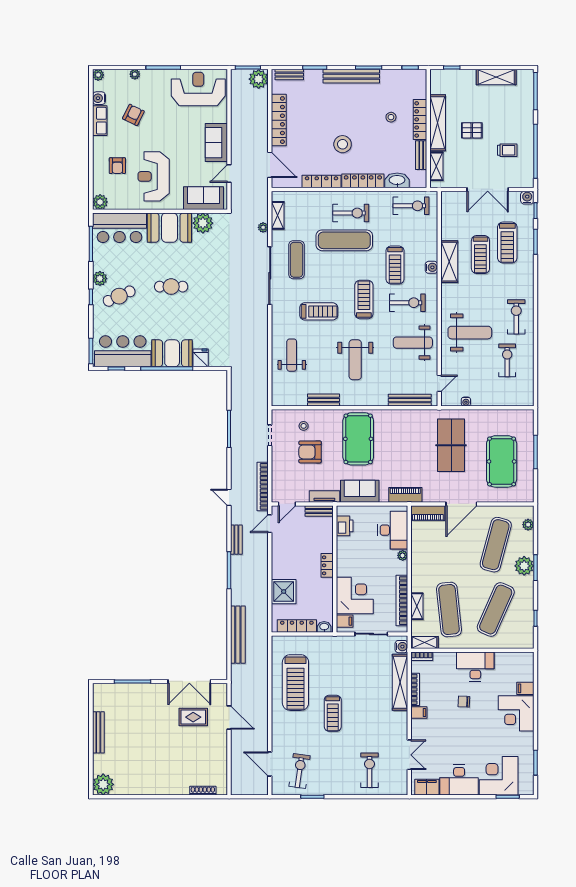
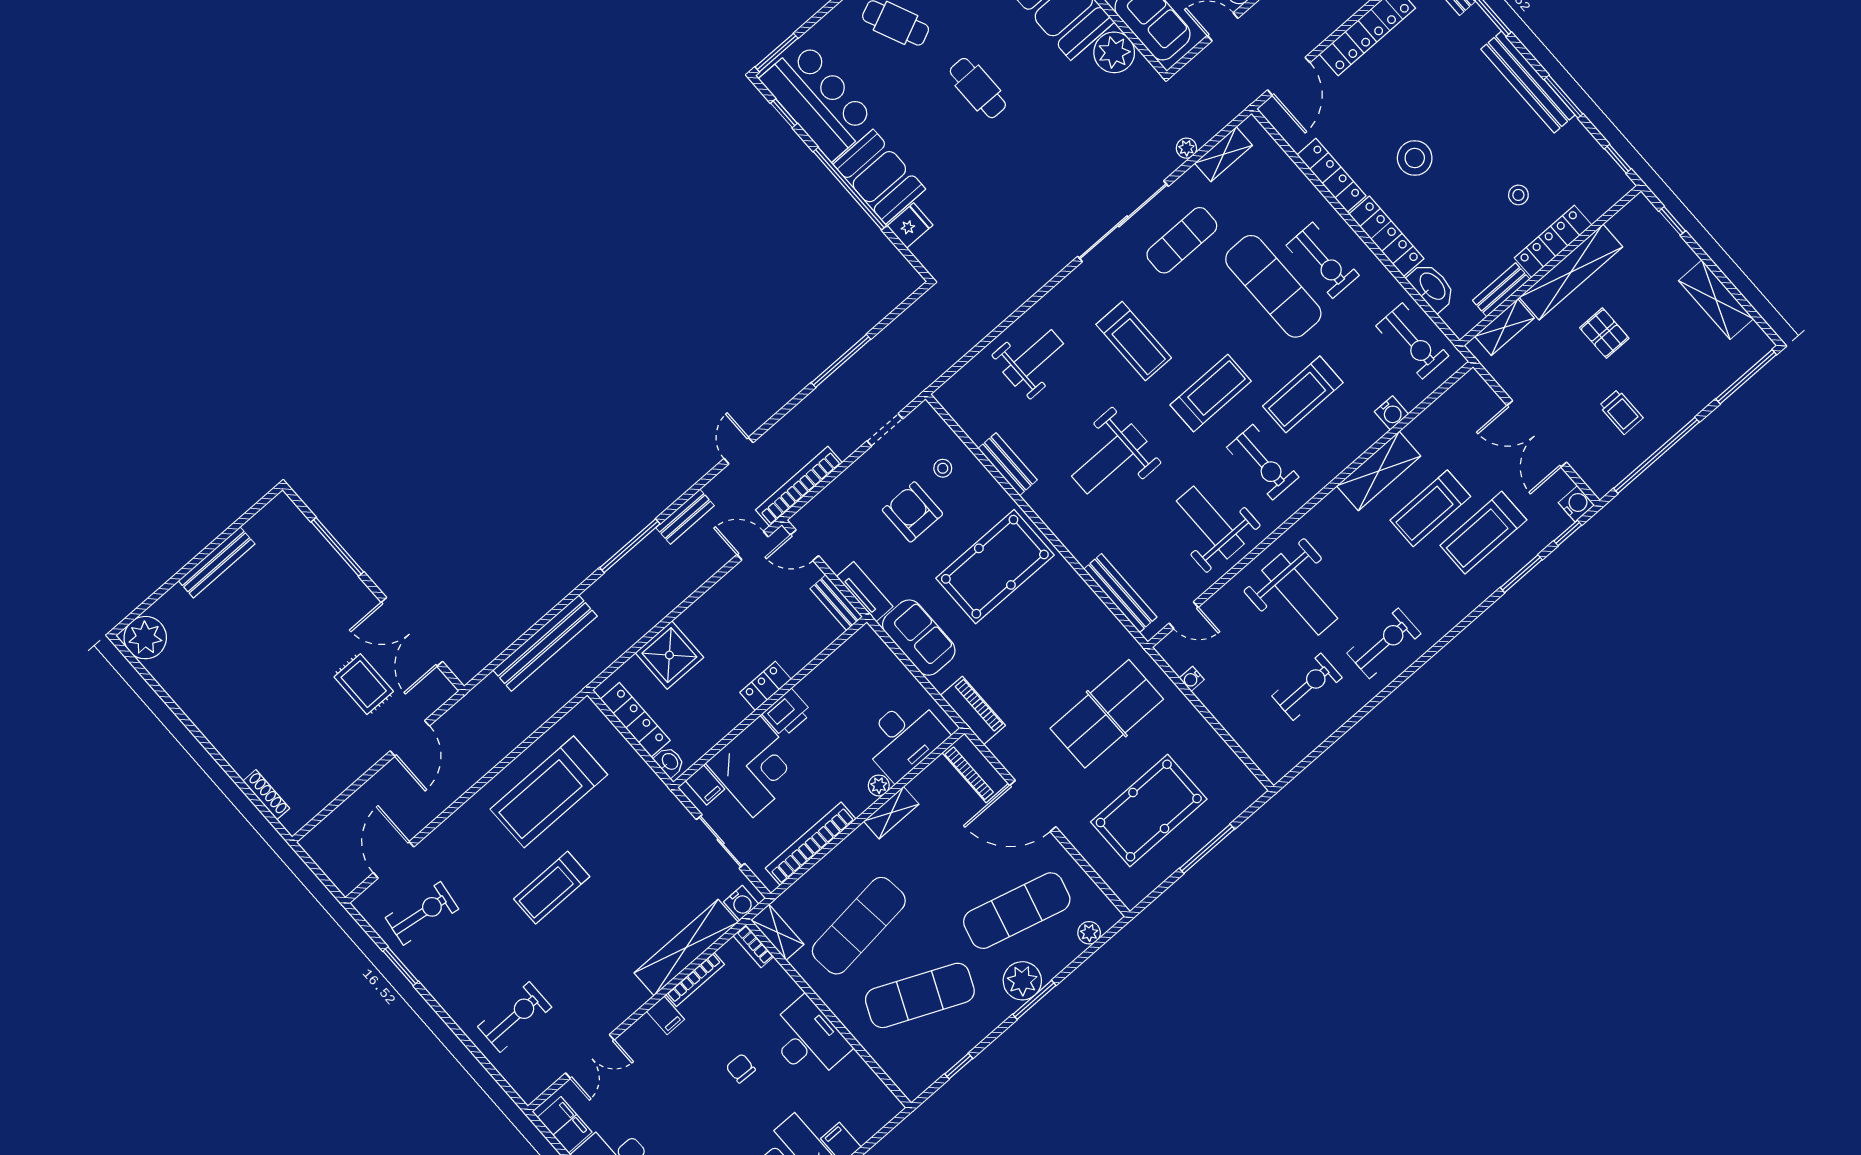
water cooler: (431, 267) -> (1391, 413), moved
printer: (345, 526) -> (787, 713), moved
shelving: (417, 606) -> (891, 813), moved

